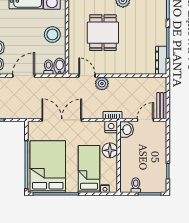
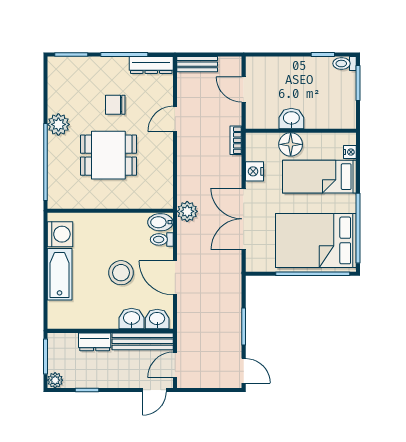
stool: (52, 35) -> (121, 273), moved
chair: (136, 37) -> (115, 105), added
door: (87, 76) -> (175, 119), moved
plant: (102, 84) -> (187, 211), moved
bench: (162, 106) -> (197, 64), moved
nightstand: (111, 127) -> (254, 171), moved
washbasin: (127, 130) -> (291, 119), moved
toilet: (136, 185) -> (345, 64), moved

